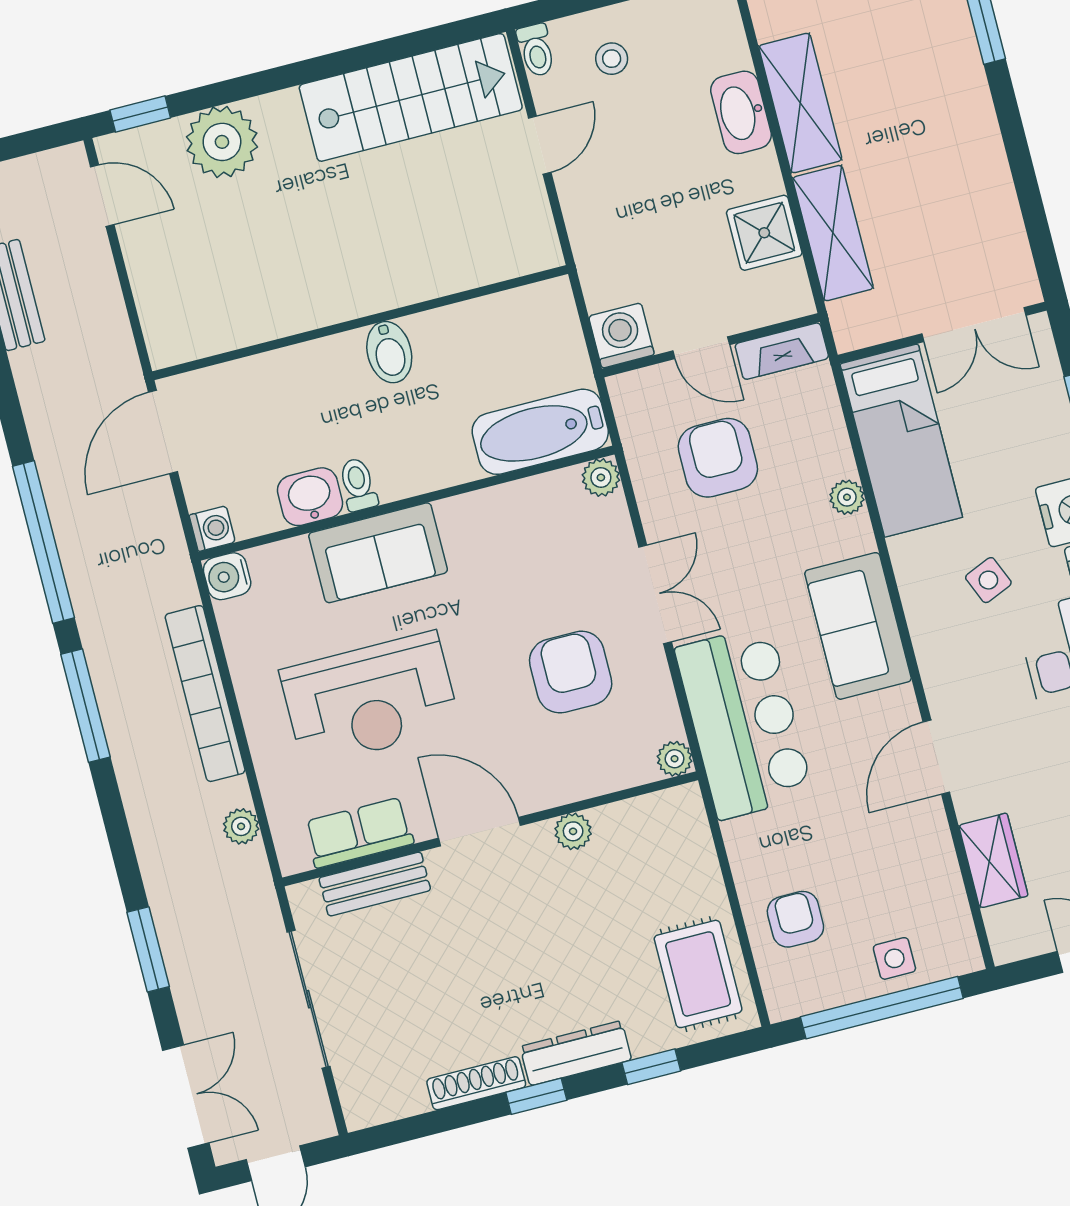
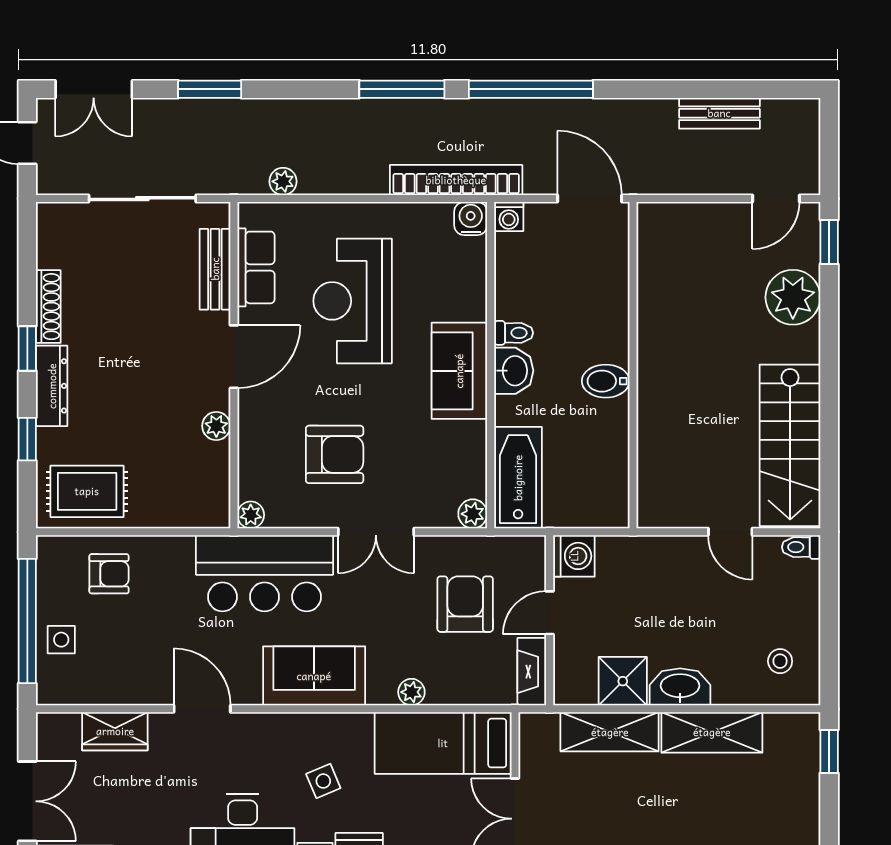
stool: (612, 59) -> (780, 661), moved
washbasin: (741, 112) -> (680, 687), moved
armchair: (718, 458) -> (465, 604), turned -90
washbasin: (310, 497) -> (514, 371), moved
sofa: (378, 553) -> (459, 371), moved
bookcase: (205, 694) -> (456, 180), moved

